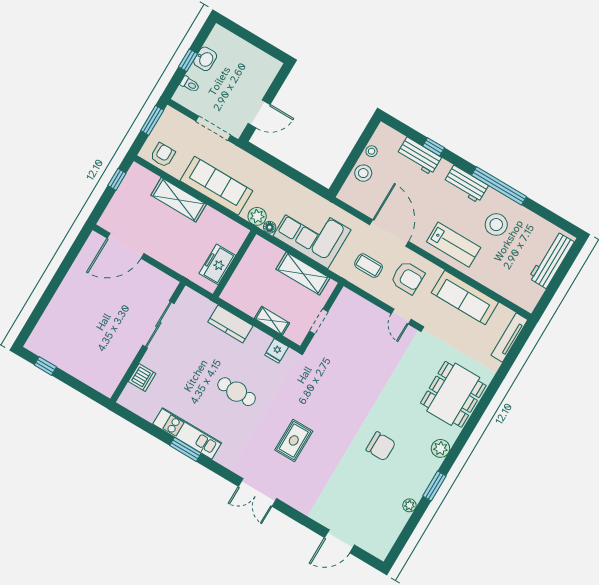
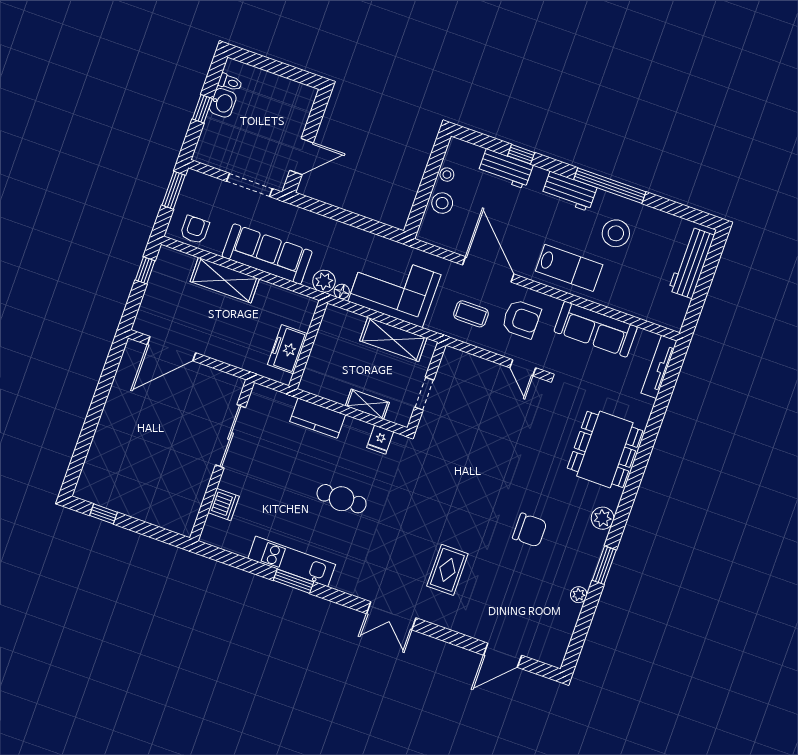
toilet: (190, 84) -> (230, 82), moved
rug: (294, 440) -> (447, 570), moved

